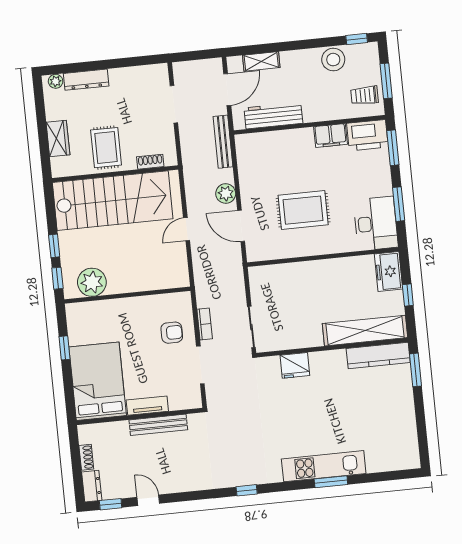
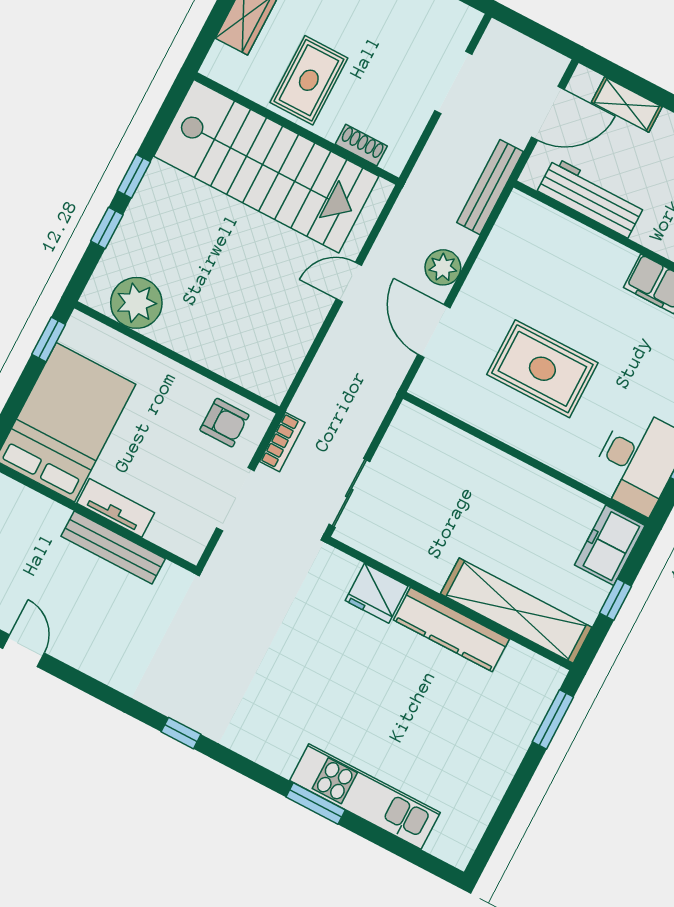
plant: (92, 282) -> (136, 303), moved
wall: (127, 295) -> (177, 357), moved
kitchen counter: (378, 355) -> (451, 630), moved
kitchen unit: (324, 466) -> (365, 796), moved

